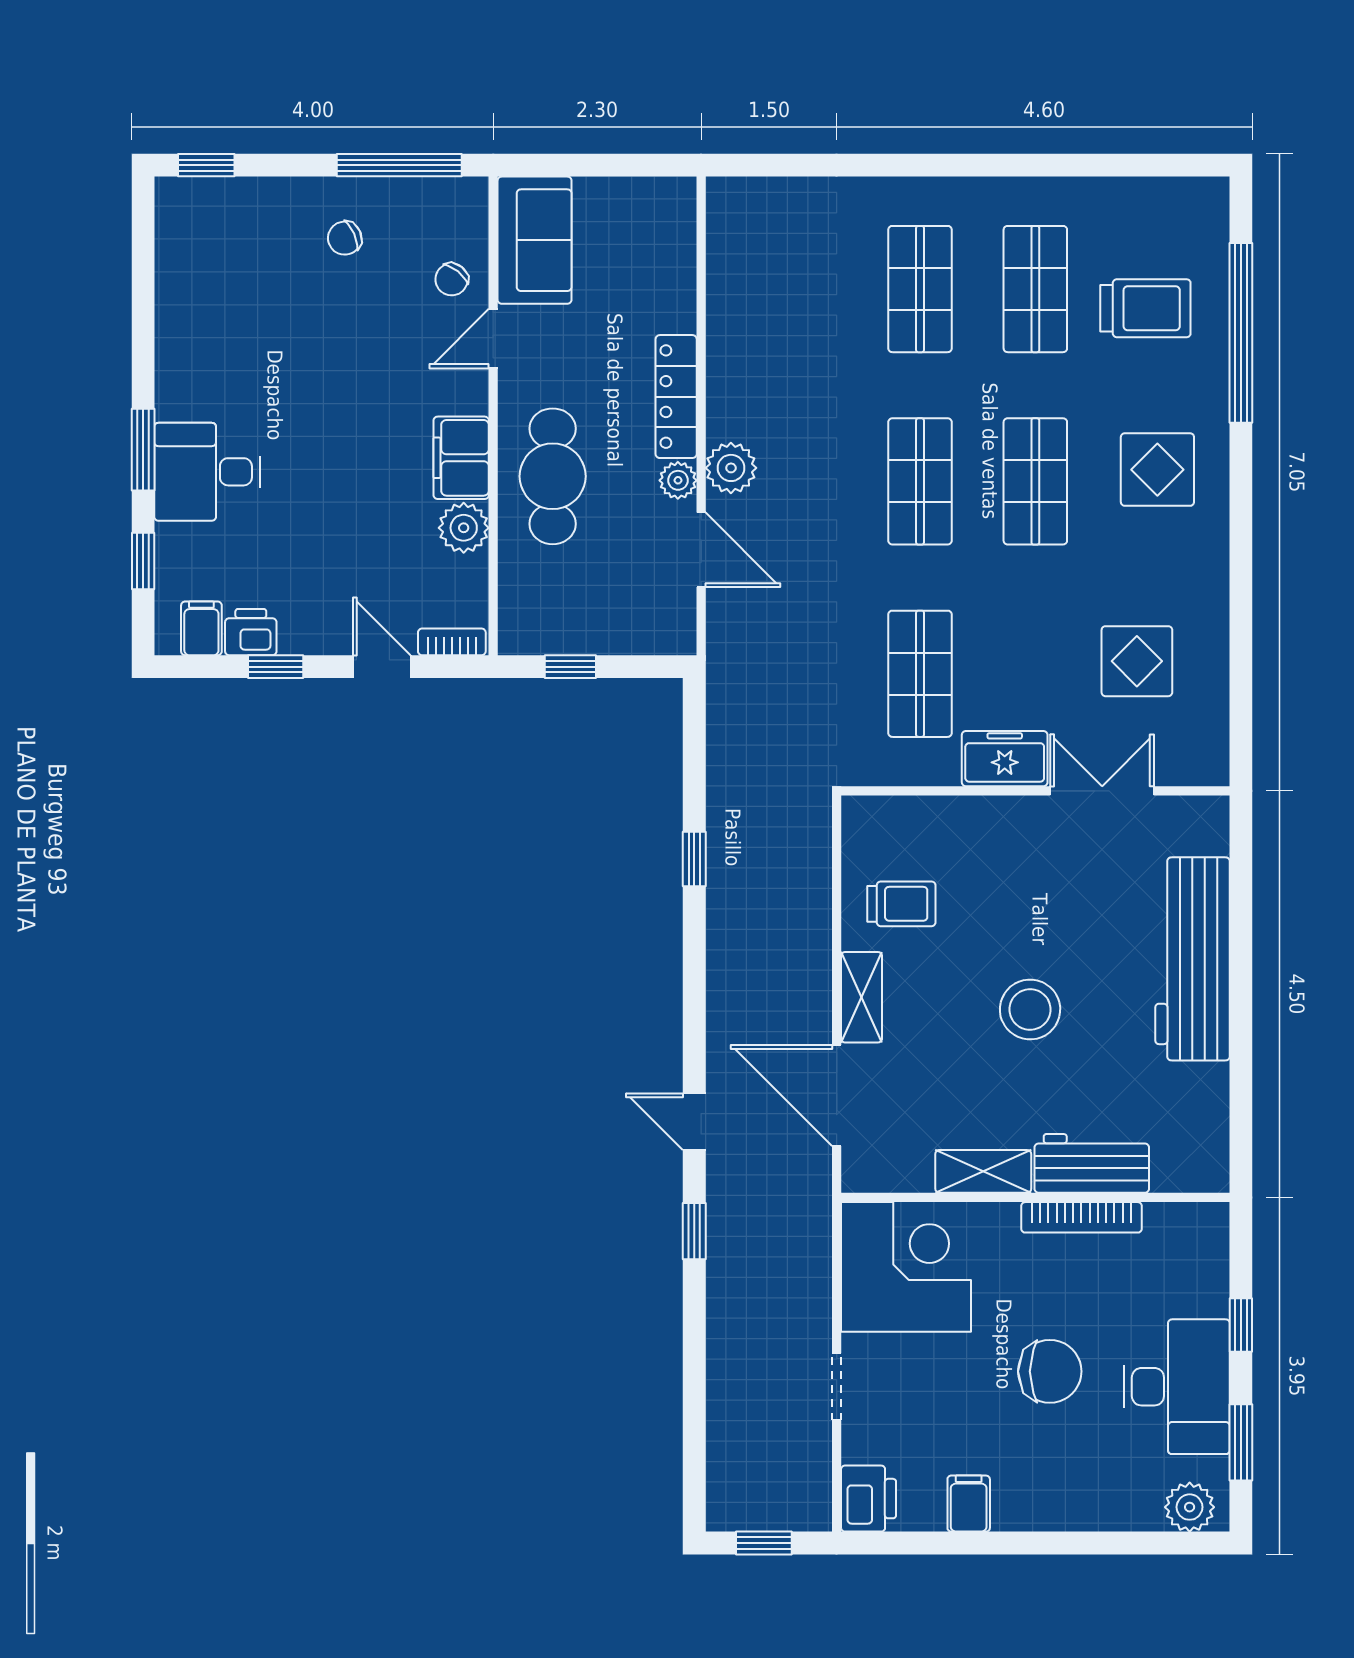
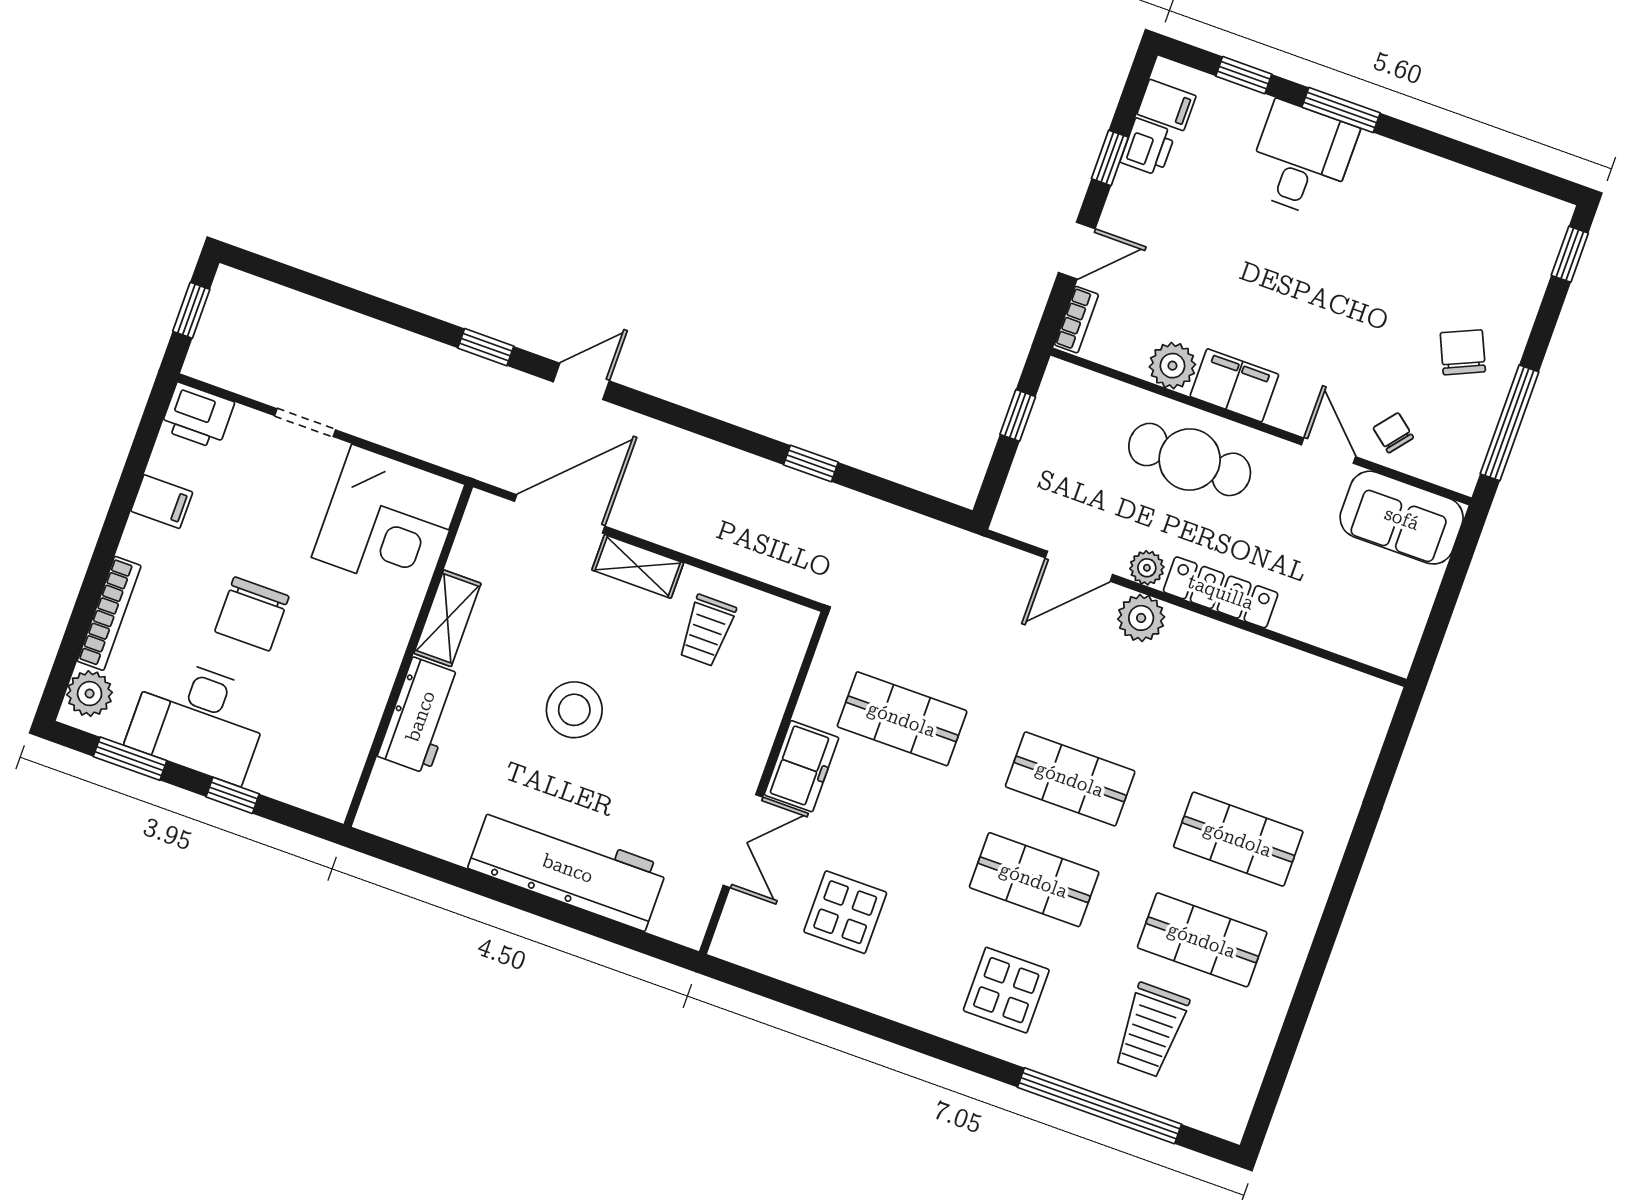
chair: (345, 238) -> (1463, 352), width x1.37, depth x1.37
bookcase: (1081, 1217) -> (109, 613), moved, turned 180

